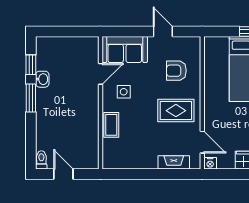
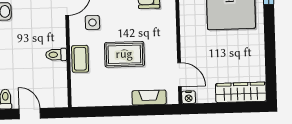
rug: (176, 111) -> (124, 54), moved
toilet: (89, 120) -> (56, 55), added

